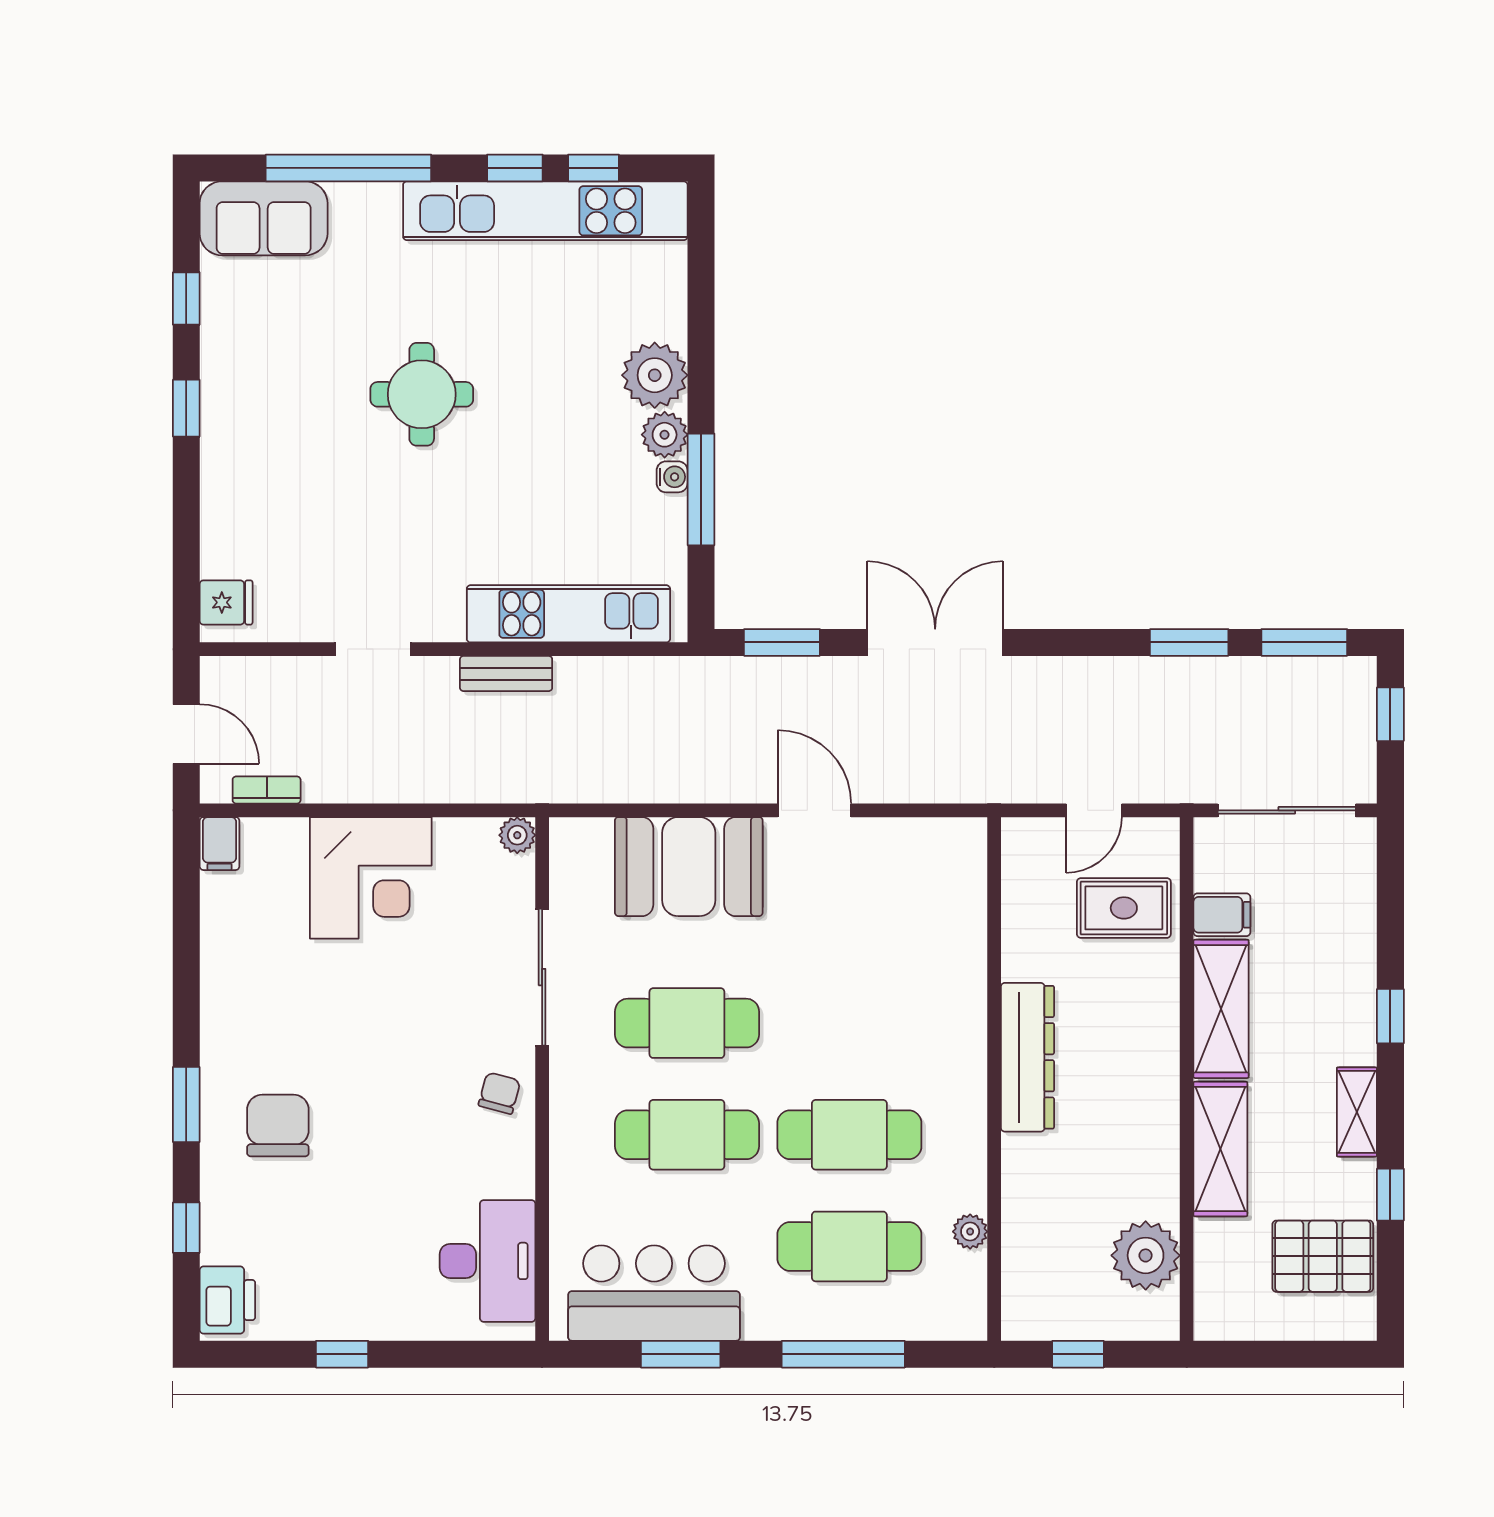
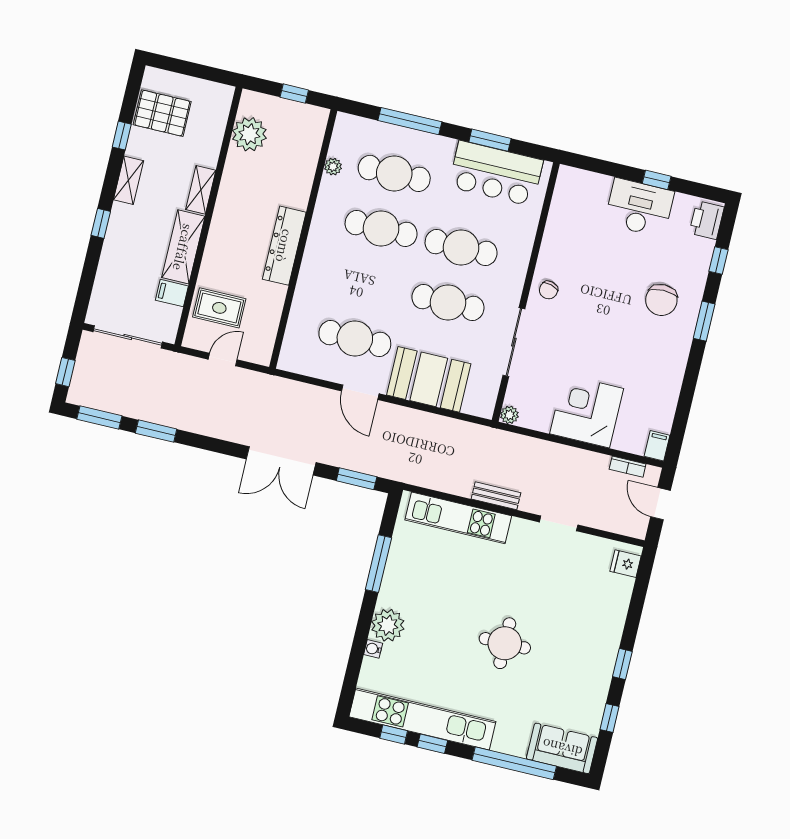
plant: (665, 435) -> (390, 595), removed
water cooler: (672, 477) -> (373, 649), moved
cafe table: (849, 911) -> (355, 338), added
shelving: (1220, 1149) -> (201, 190), width x0.67, depth x0.75
desk: (488, 1261) -> (639, 208), moved, turned 90

